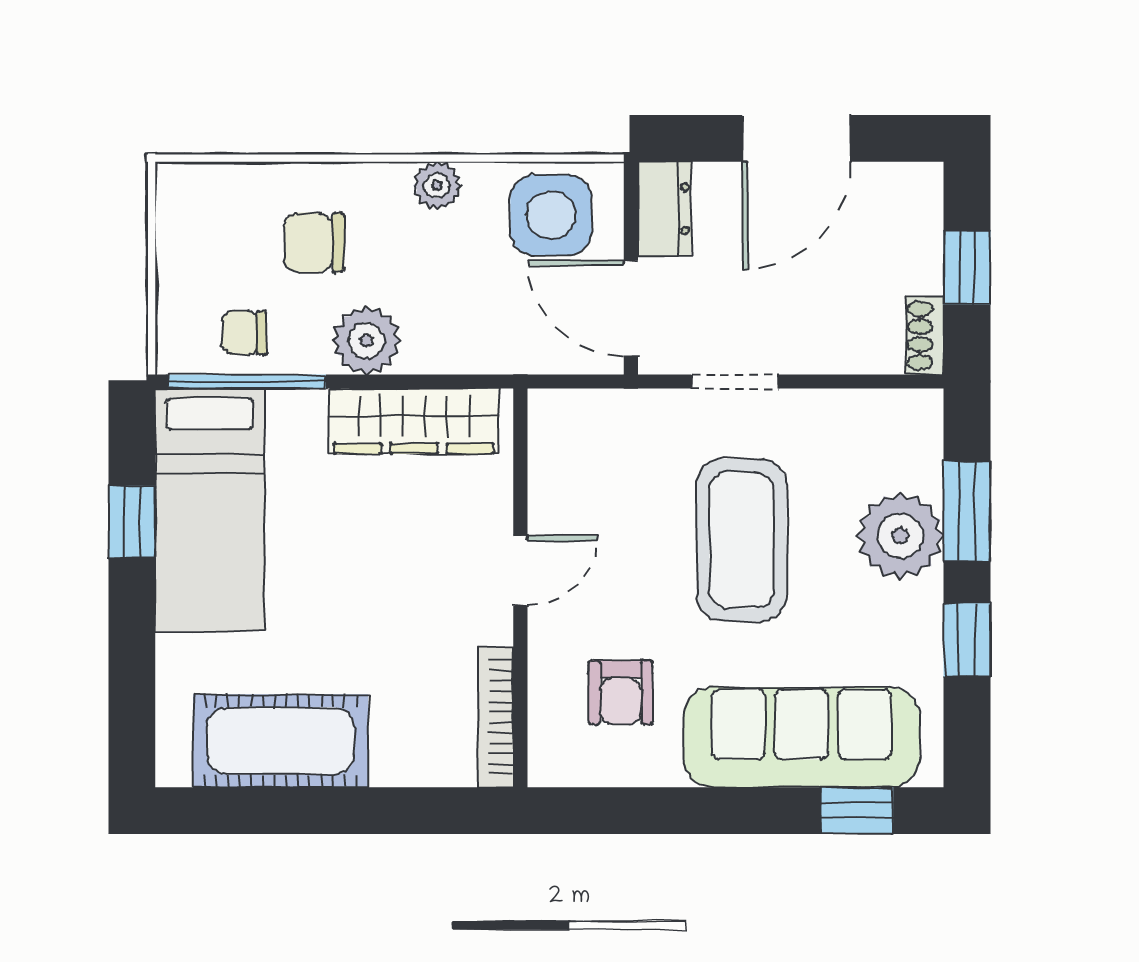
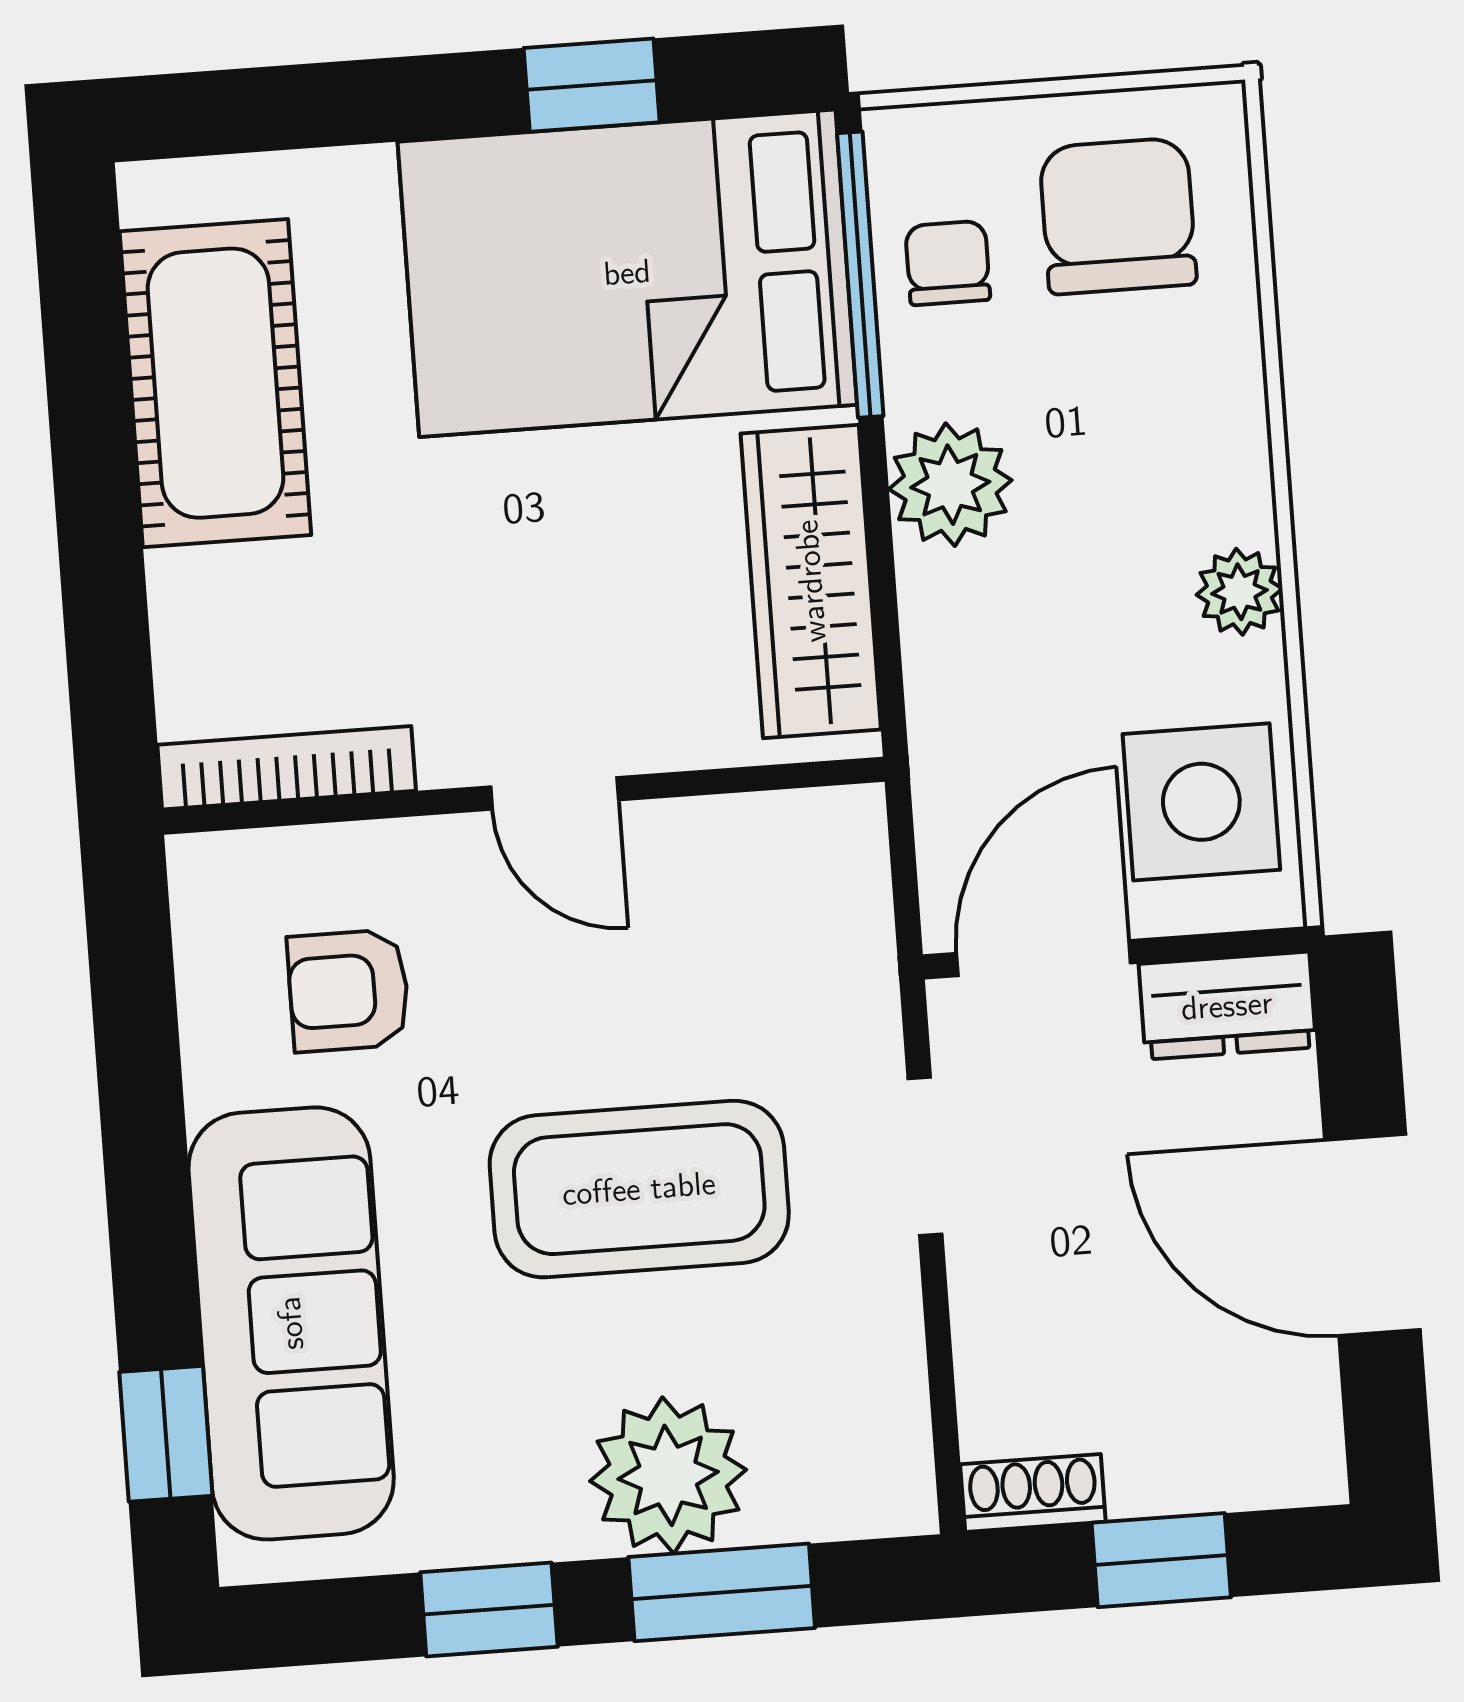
chair: (314, 242) -> (1118, 216), moved, width x1.37, depth x1.37
bed: (210, 510) -> (627, 273), width x1.50

